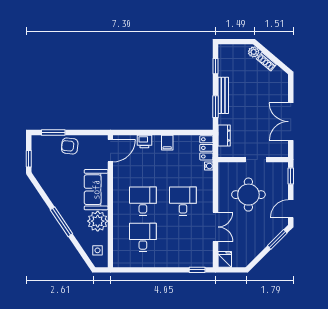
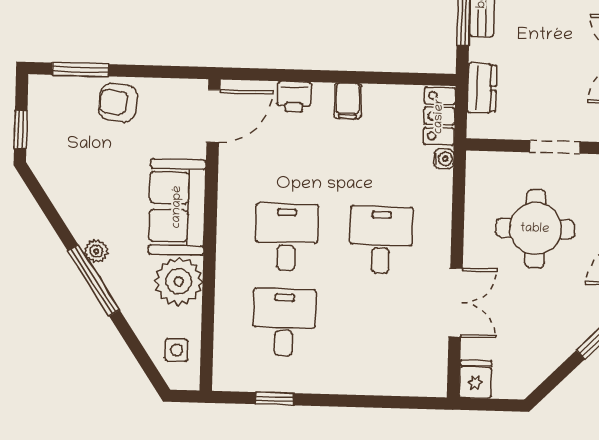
plant: (62, 209) -> (96, 251), added
window: (197, 270) -> (275, 399), moved

